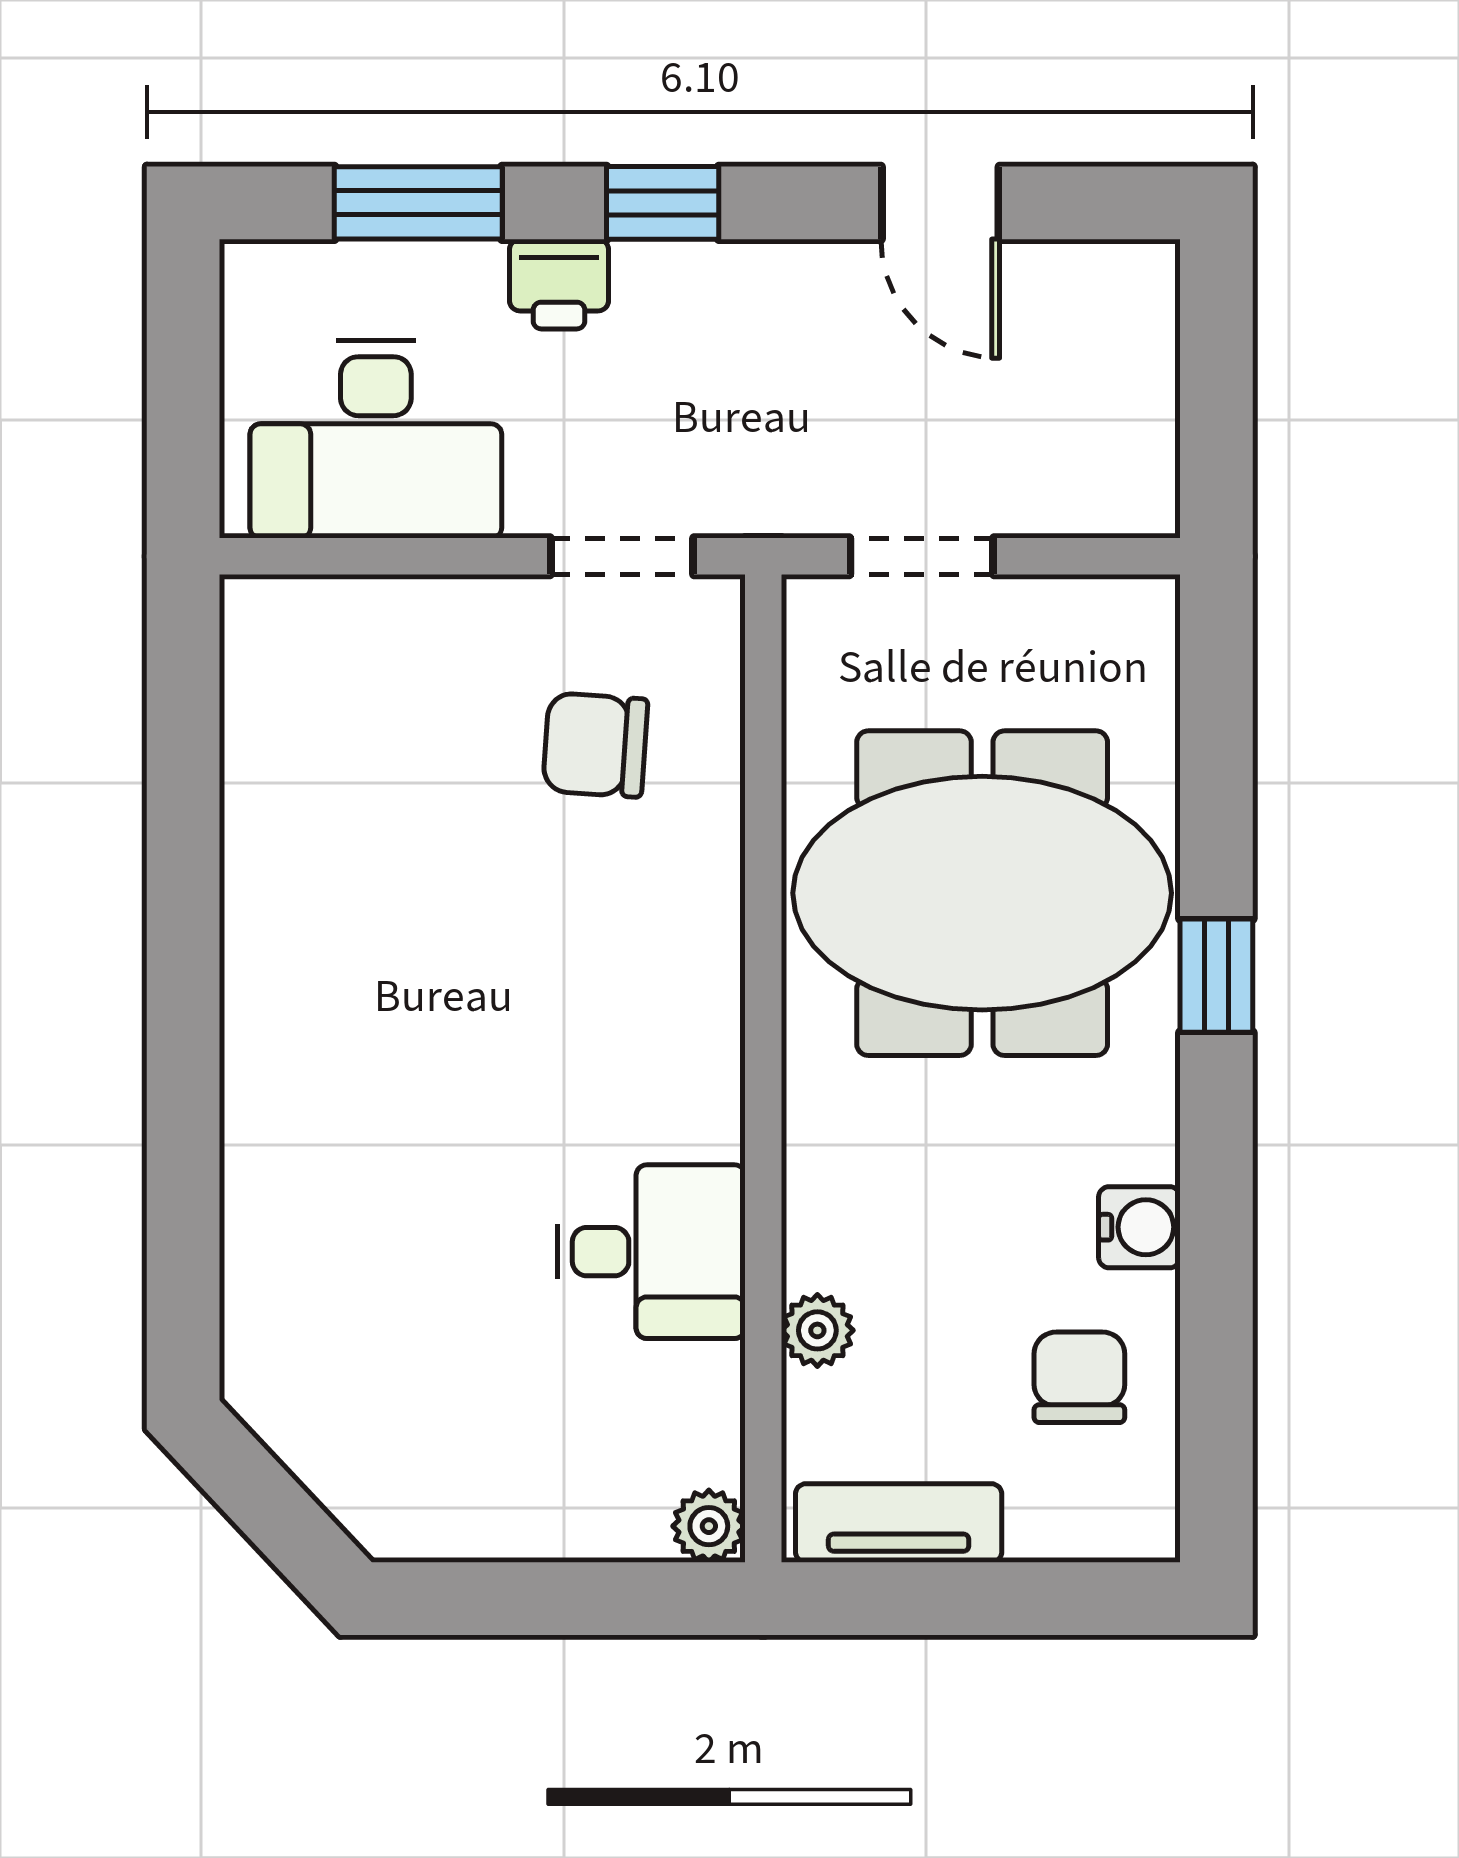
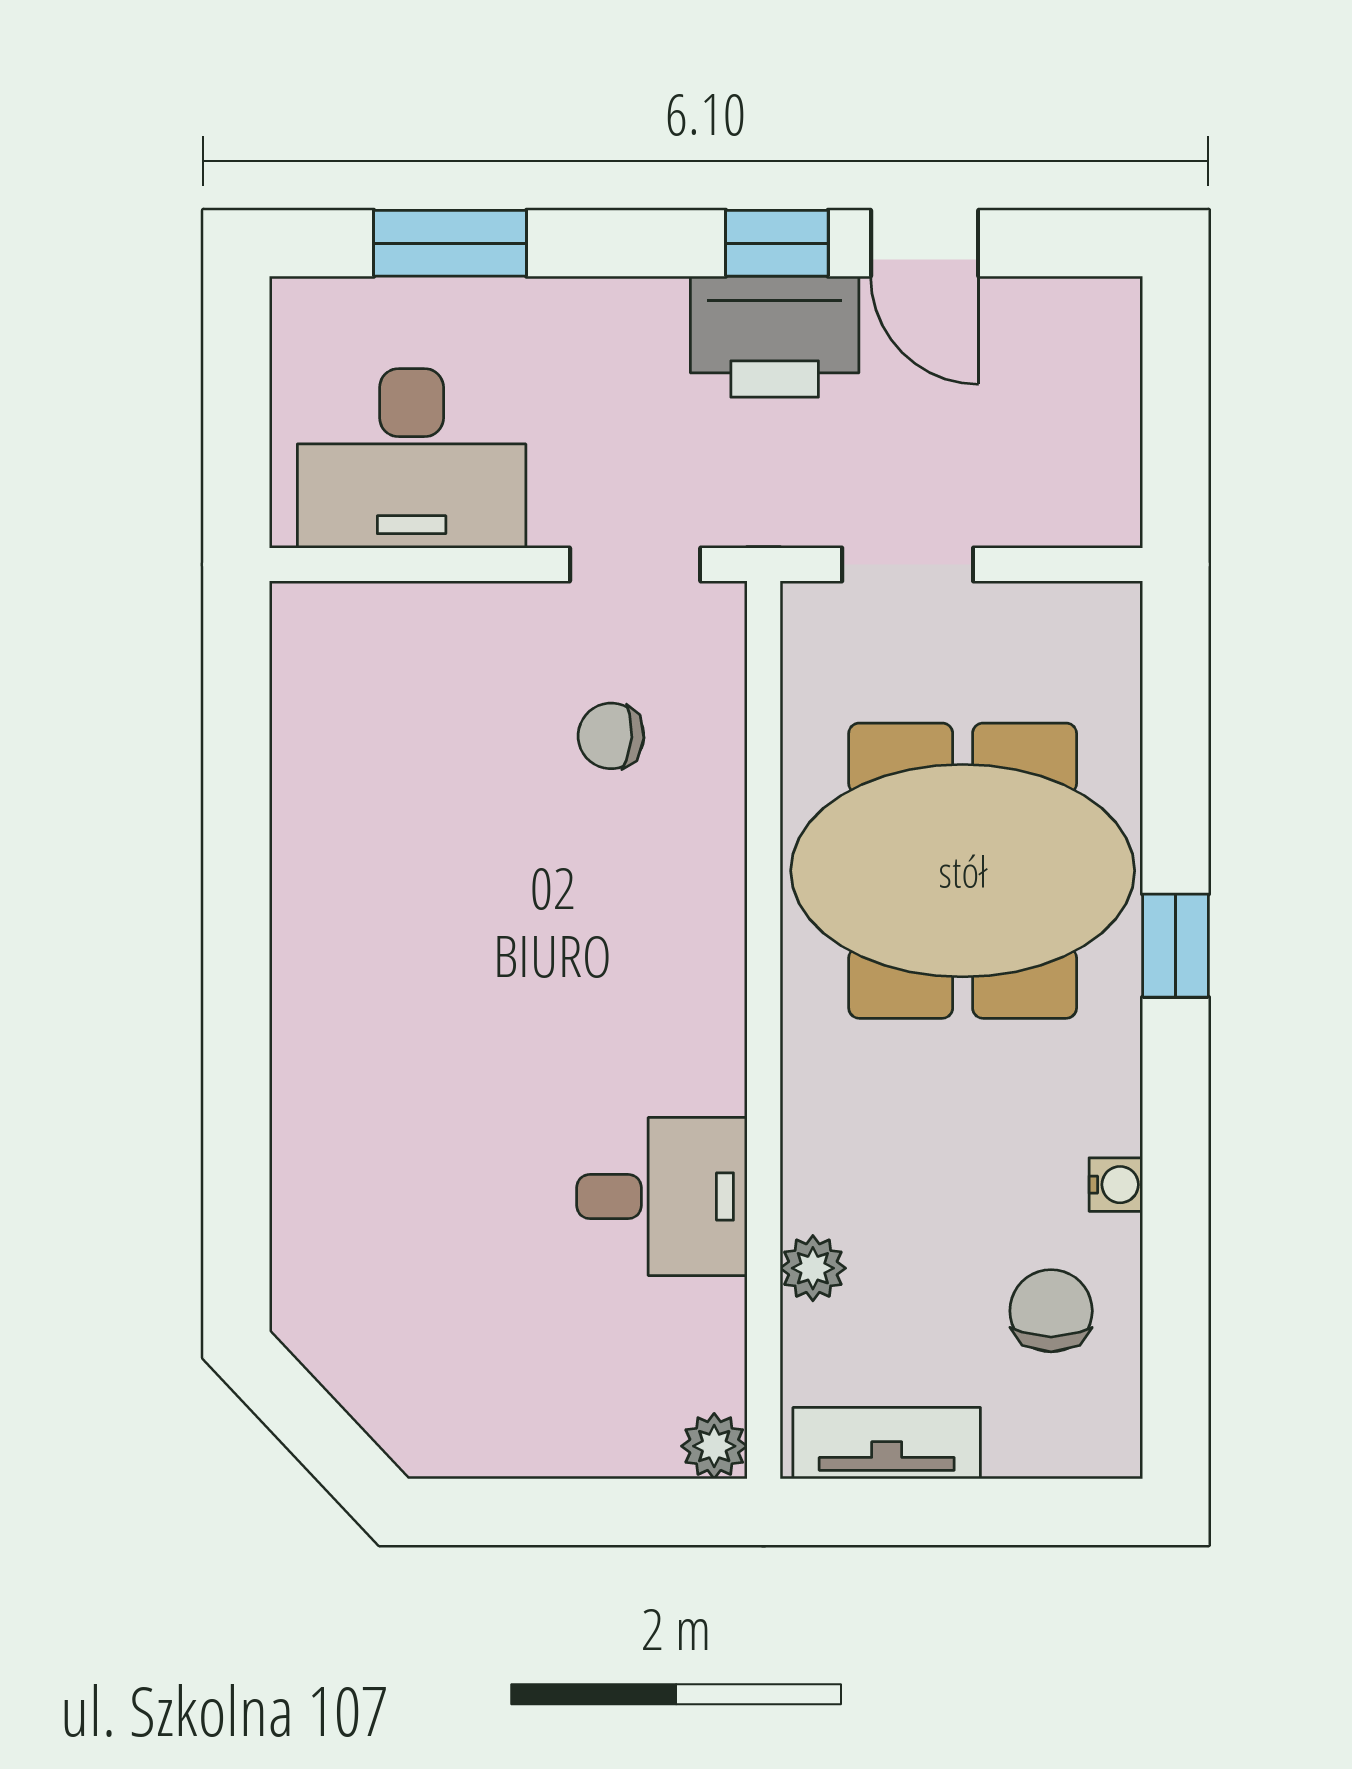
window: (663, 203) -> (777, 243), moved
printer: (559, 284) -> (775, 337), moved, width x1.87, depth x1.48
chair: (595, 745) -> (611, 736), width x0.73, depth x0.73
water cooler: (1139, 1227) -> (1116, 1185), width x0.72, depth x0.72

